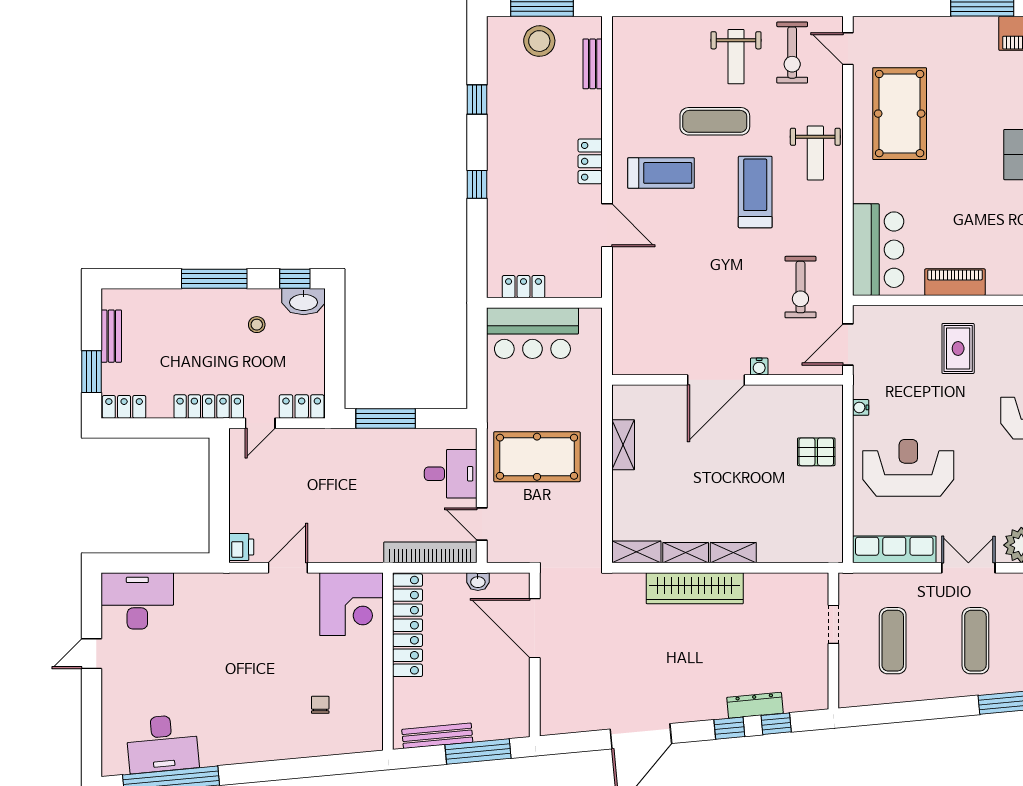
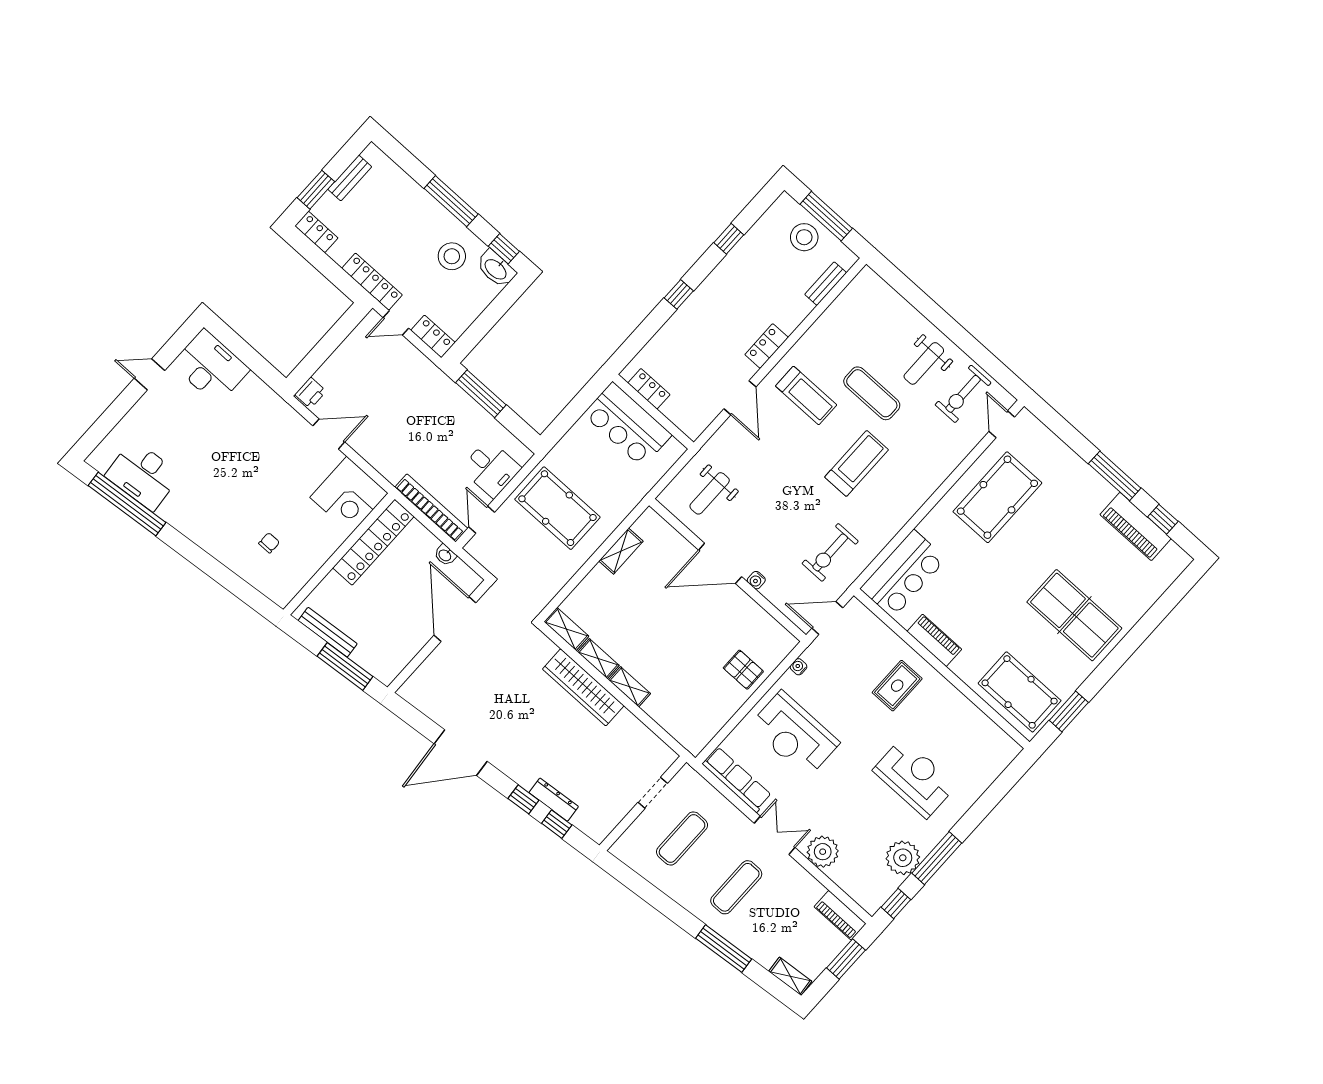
weight bench: (815, 153) -> (710, 493), moved
stool: (257, 325) -> (452, 256), width x1.89, depth x1.89
reception desk: (908, 468) -> (794, 734), turned 180

